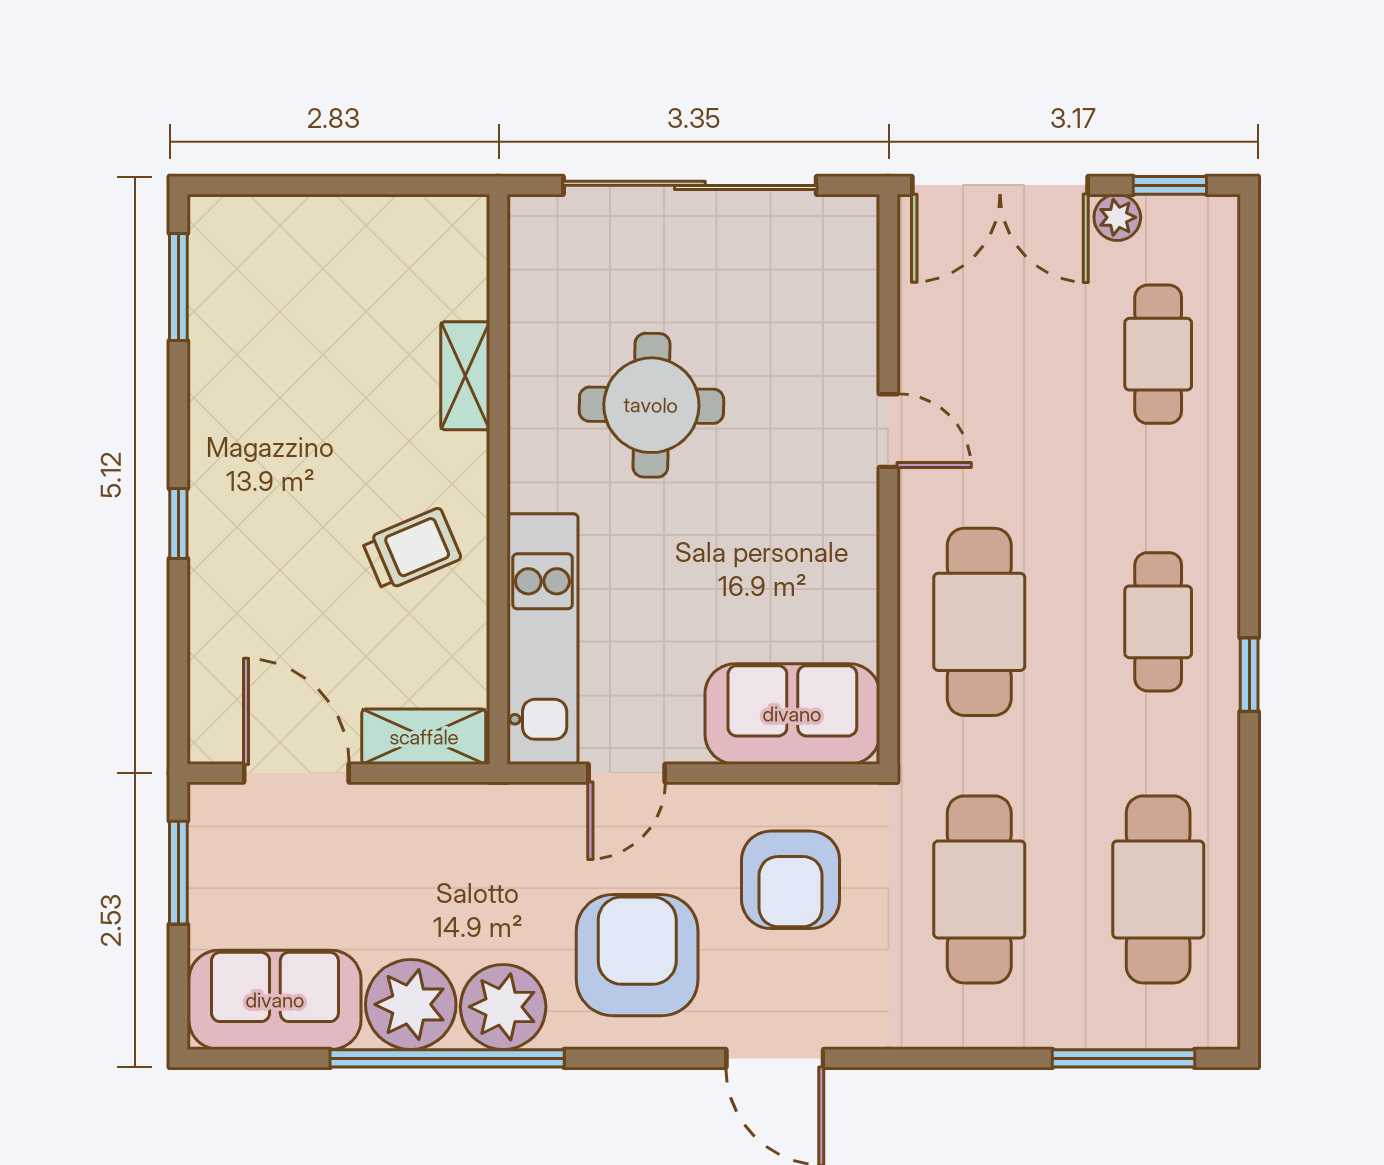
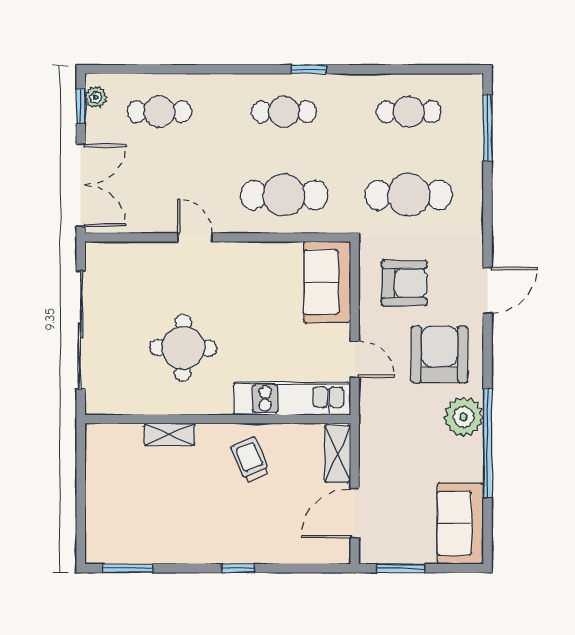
plant: (1117, 217) -> (96, 97), moved
door: (888, 431) -> (195, 237), hinge flipped
cafe table: (1158, 889) -> (409, 112), width x0.73, depth x0.74
armchair: (637, 955) -> (439, 354), turned 90
plant: (411, 1004) -> (462, 460), removed

